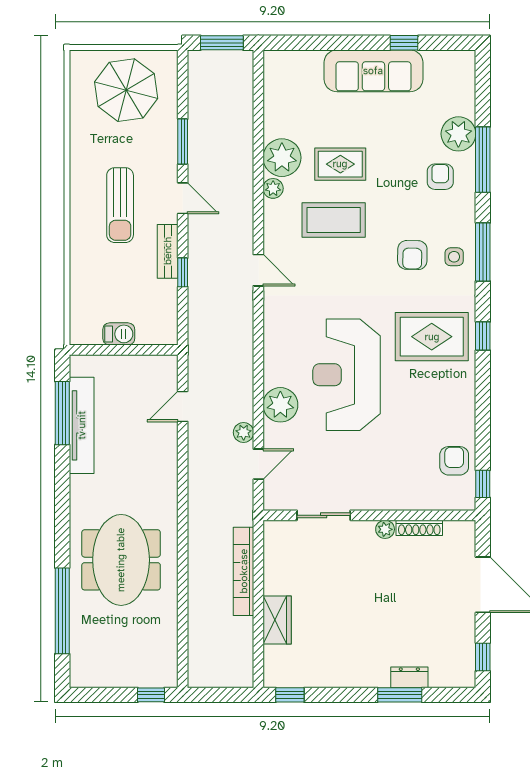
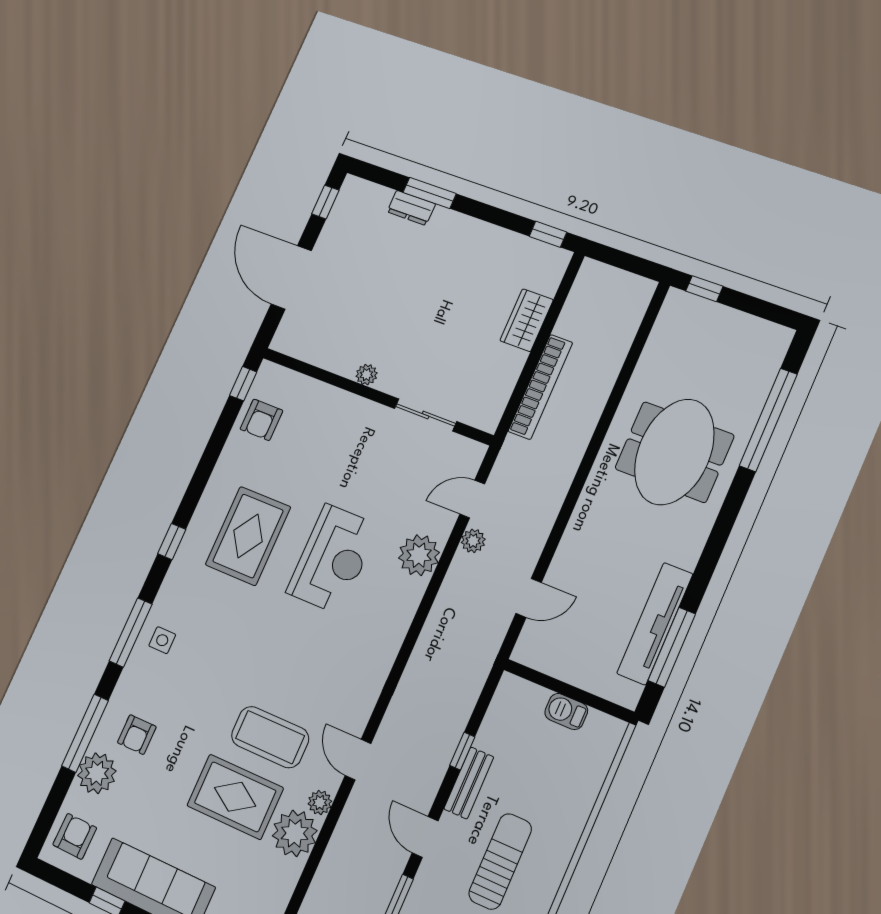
rug: (340, 164) -> (235, 797), width x1.36, depth x1.43
armchair: (412, 255) -> (75, 836), moved
door: (258, 270) -> (358, 760), moved
rug: (432, 337) -> (248, 536), moved, turned 90
reception desk: (347, 375) -> (333, 559), width x0.74, depth x0.77
shoe rack: (419, 528) -> (330, 362), removed

